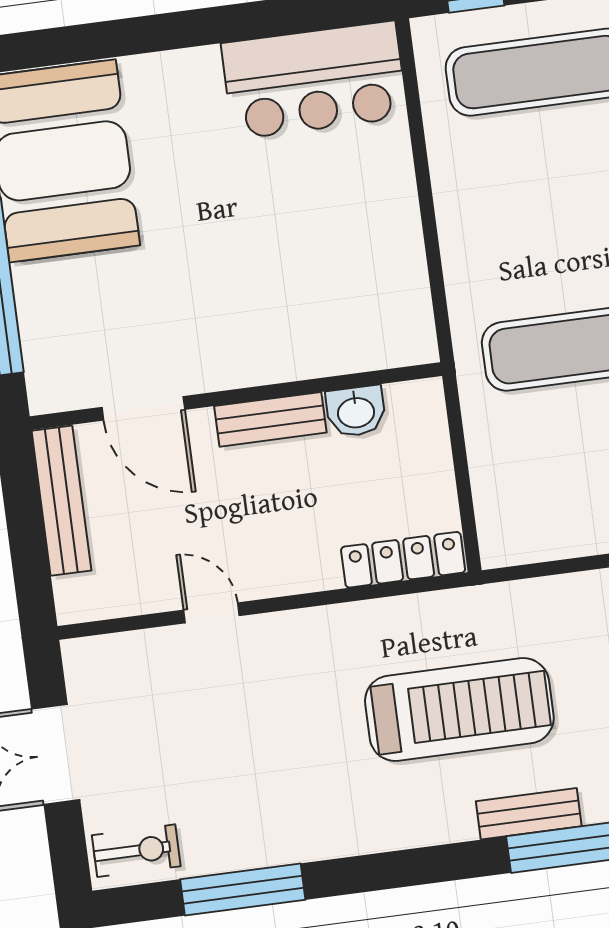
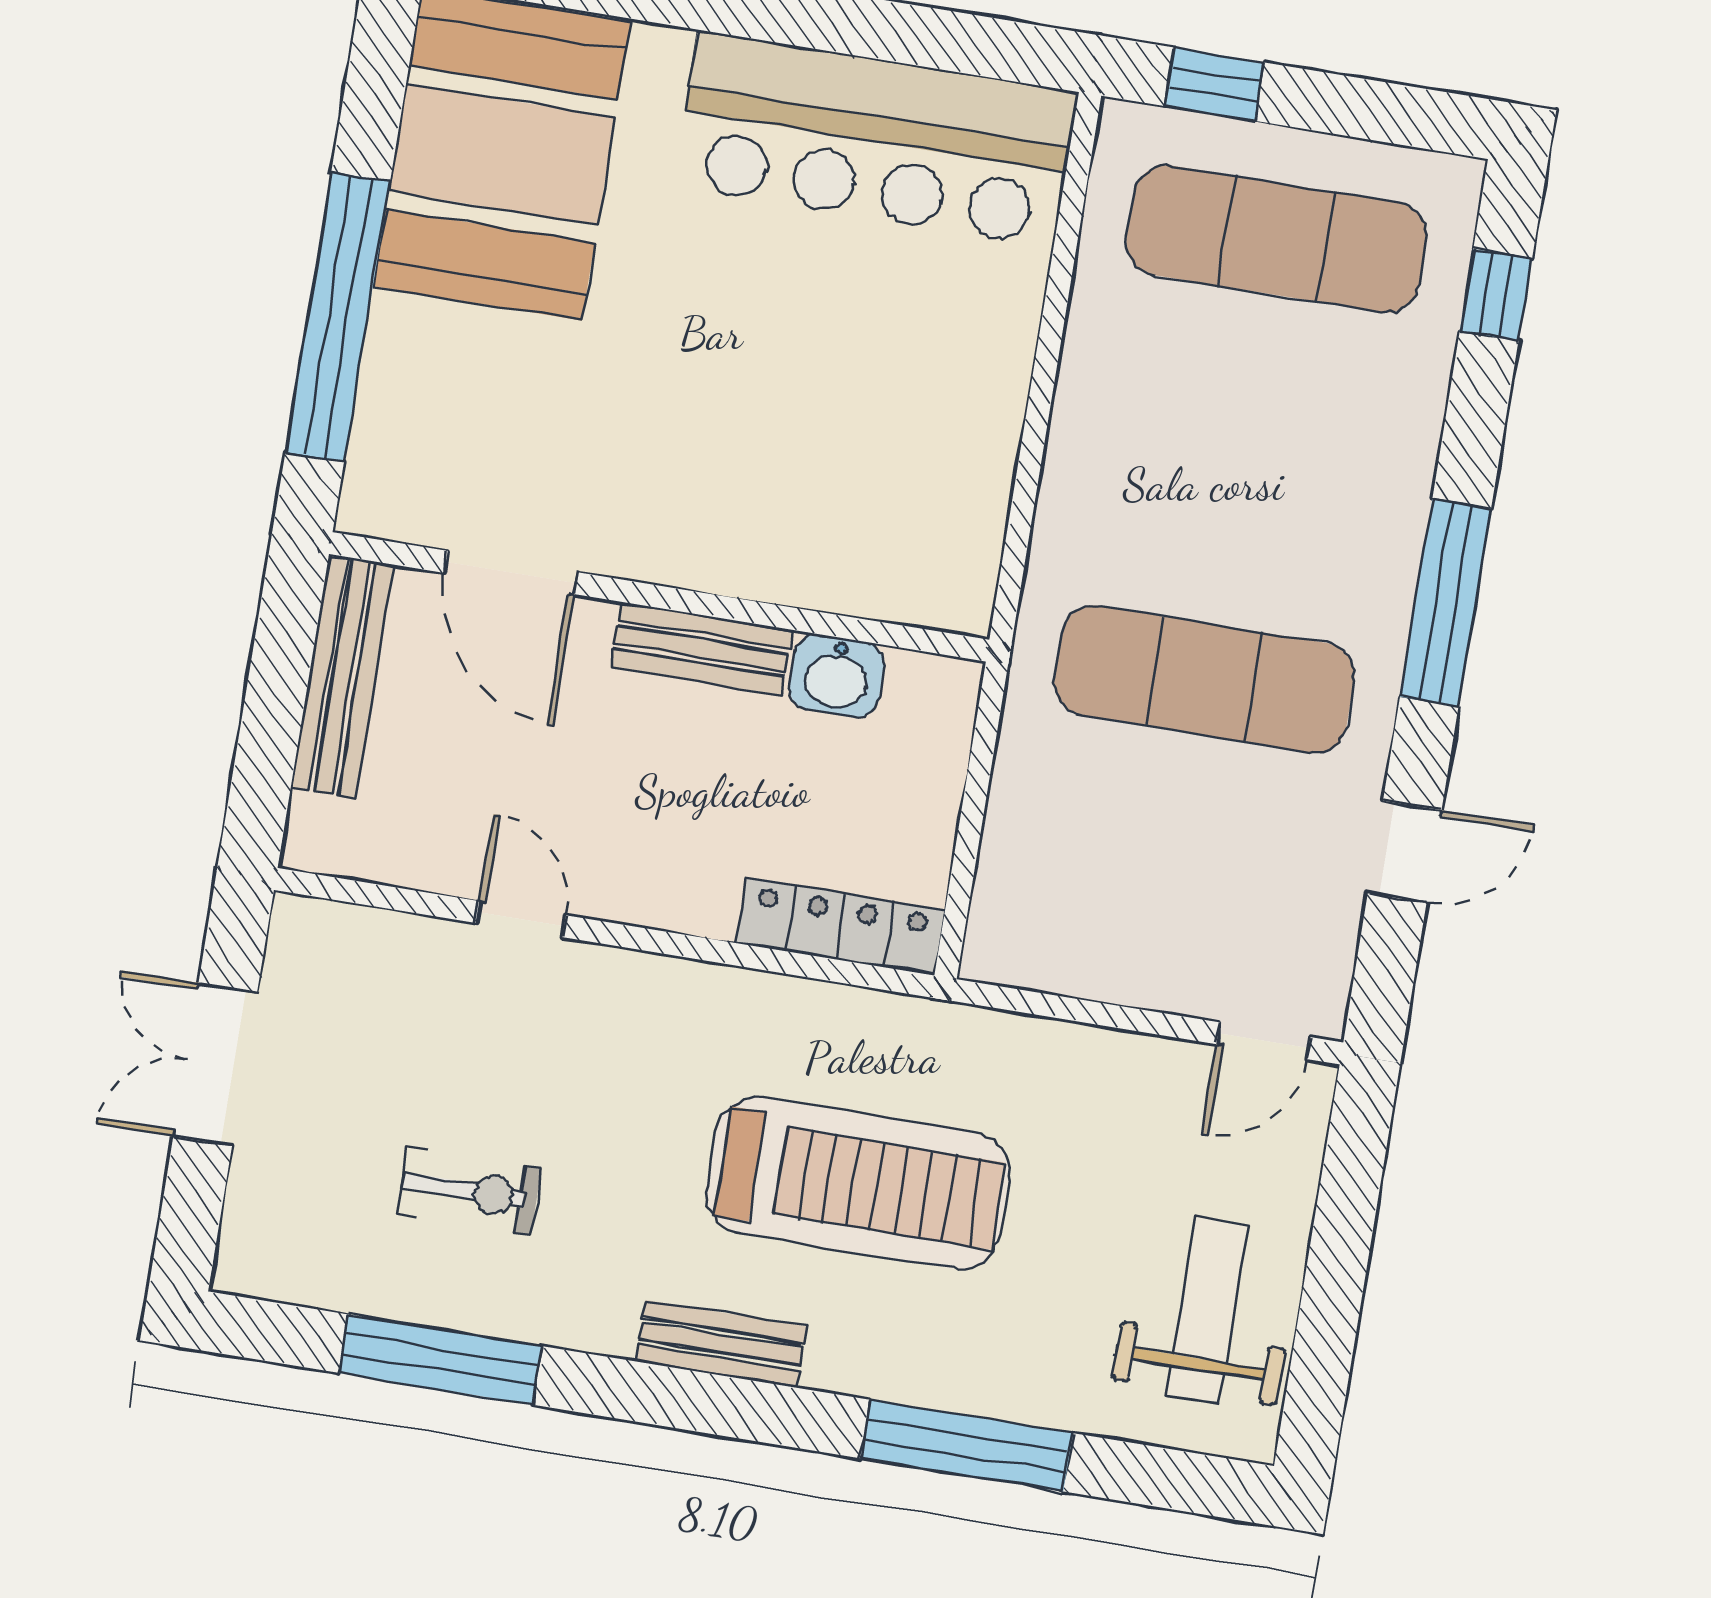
bar counter: (314, 80) -> (876, 139), width x1.36
bench: (529, 814) -> (721, 1344), moved
exercise bike: (136, 851) -> (469, 1191), moved

